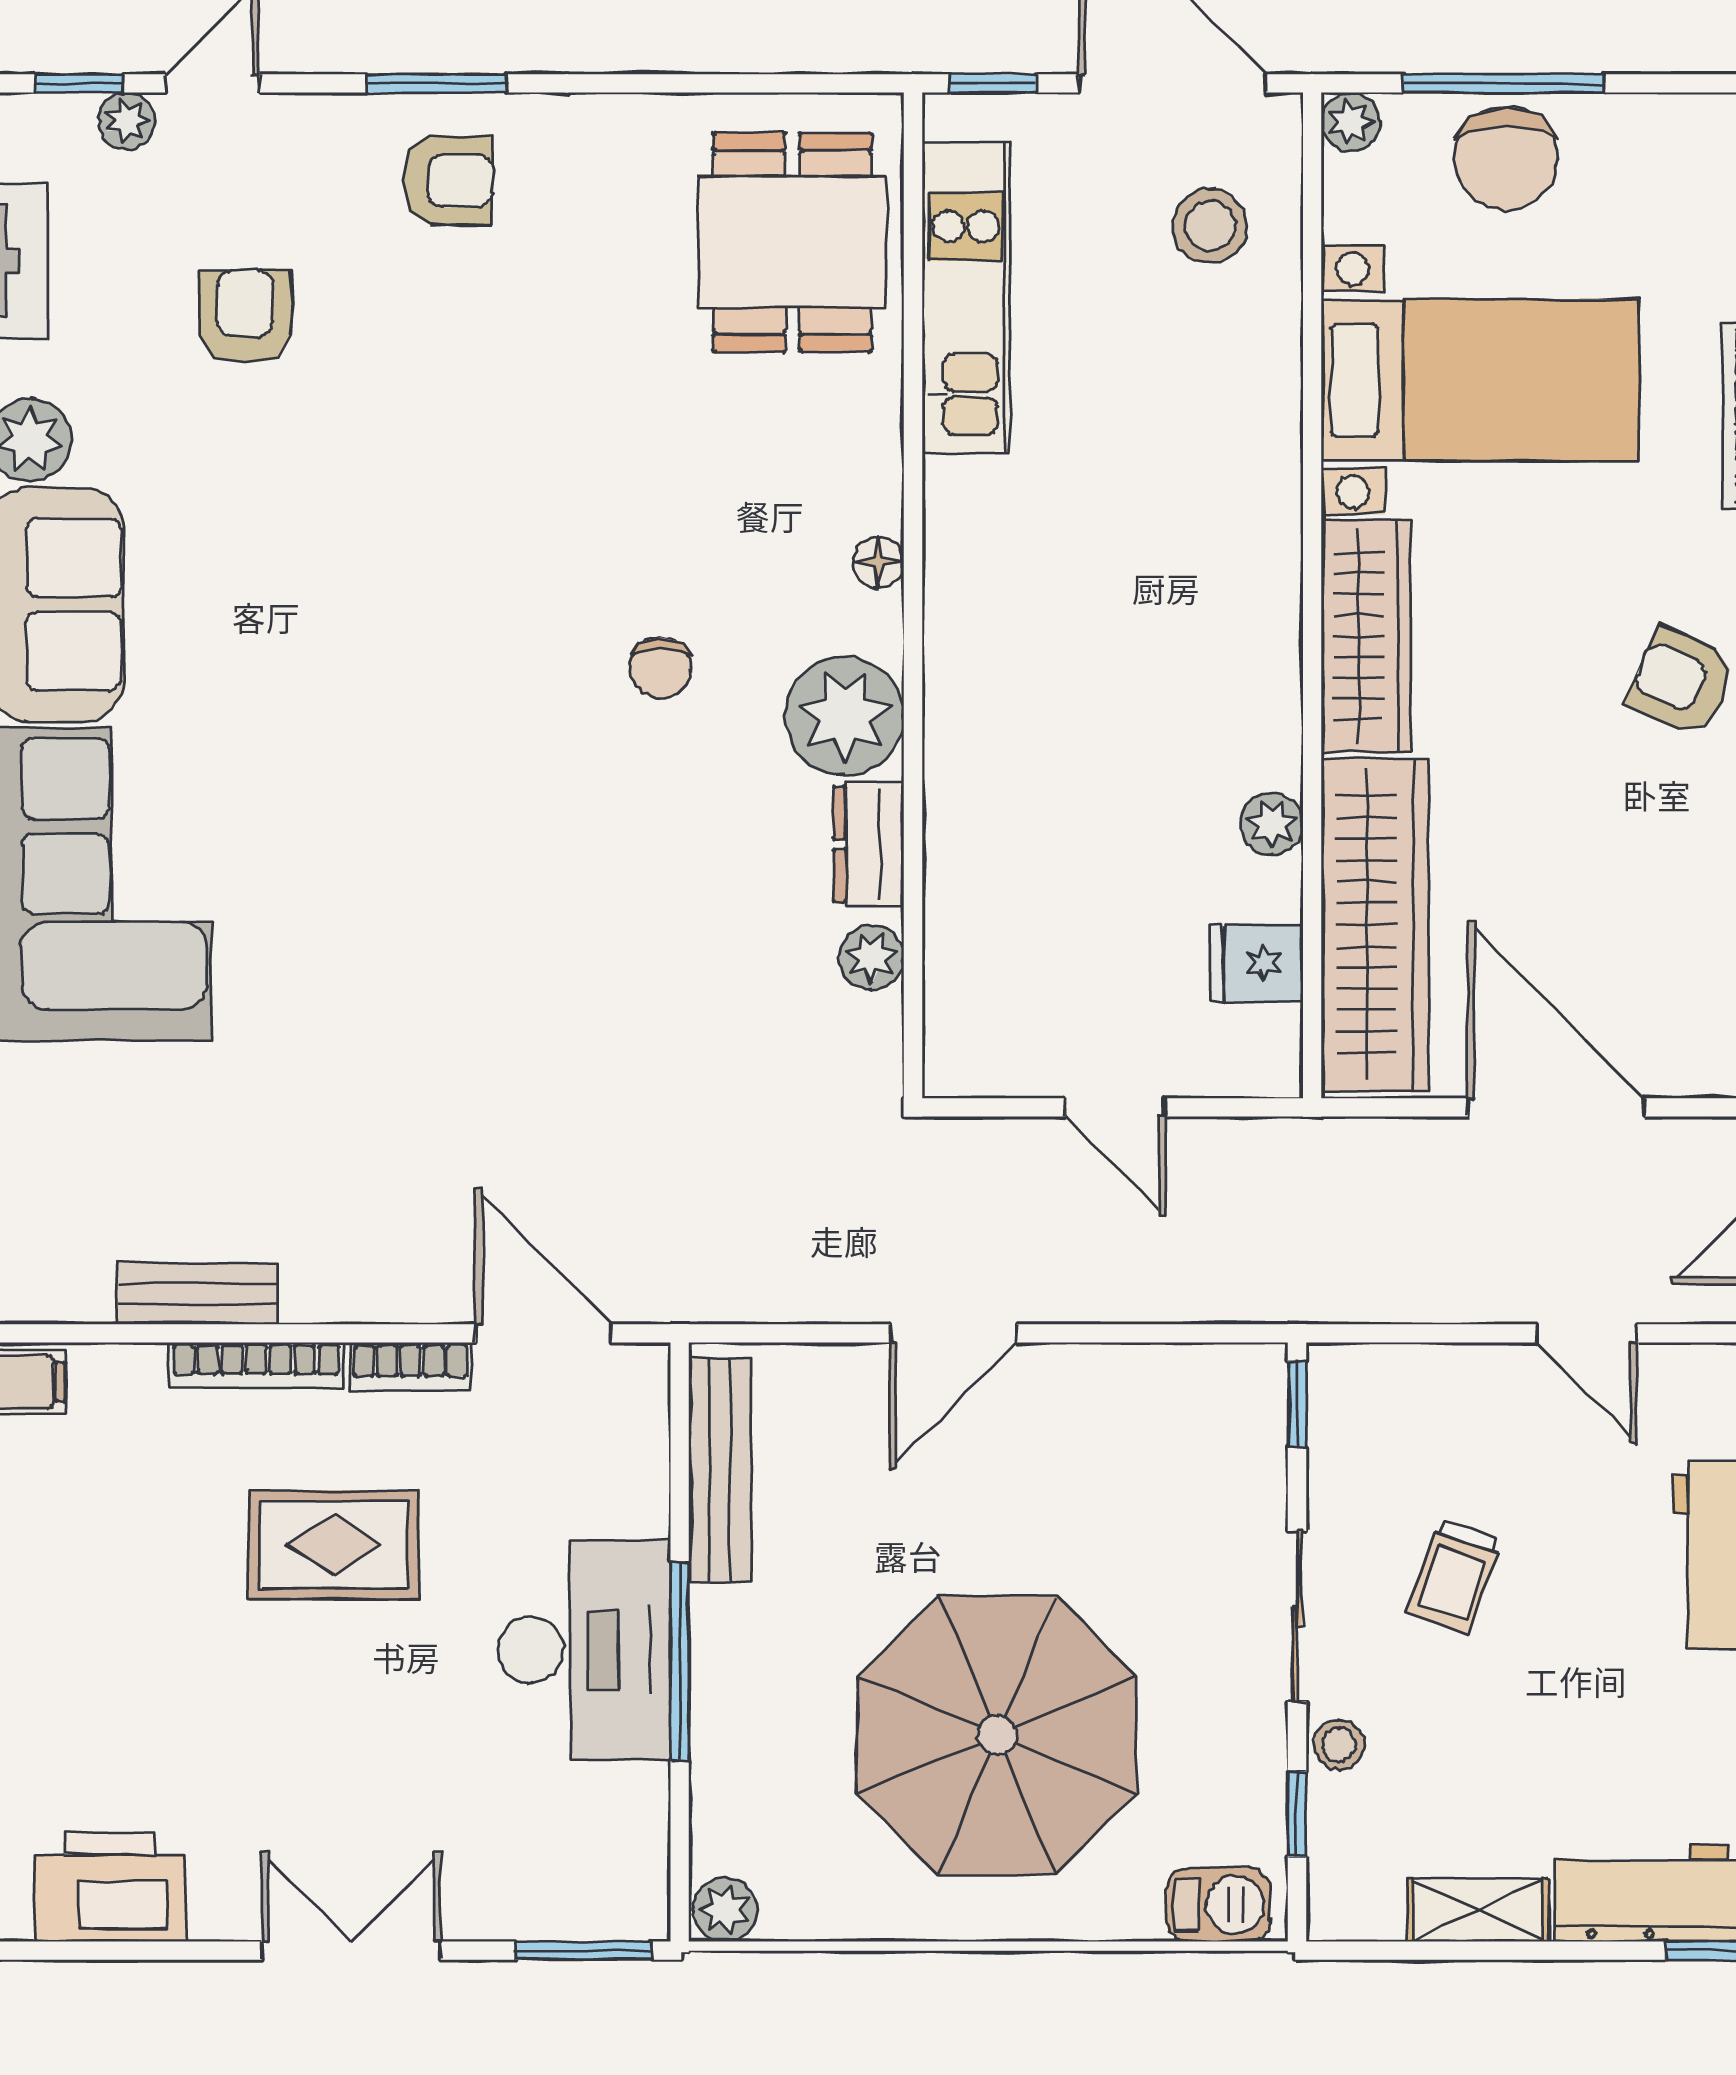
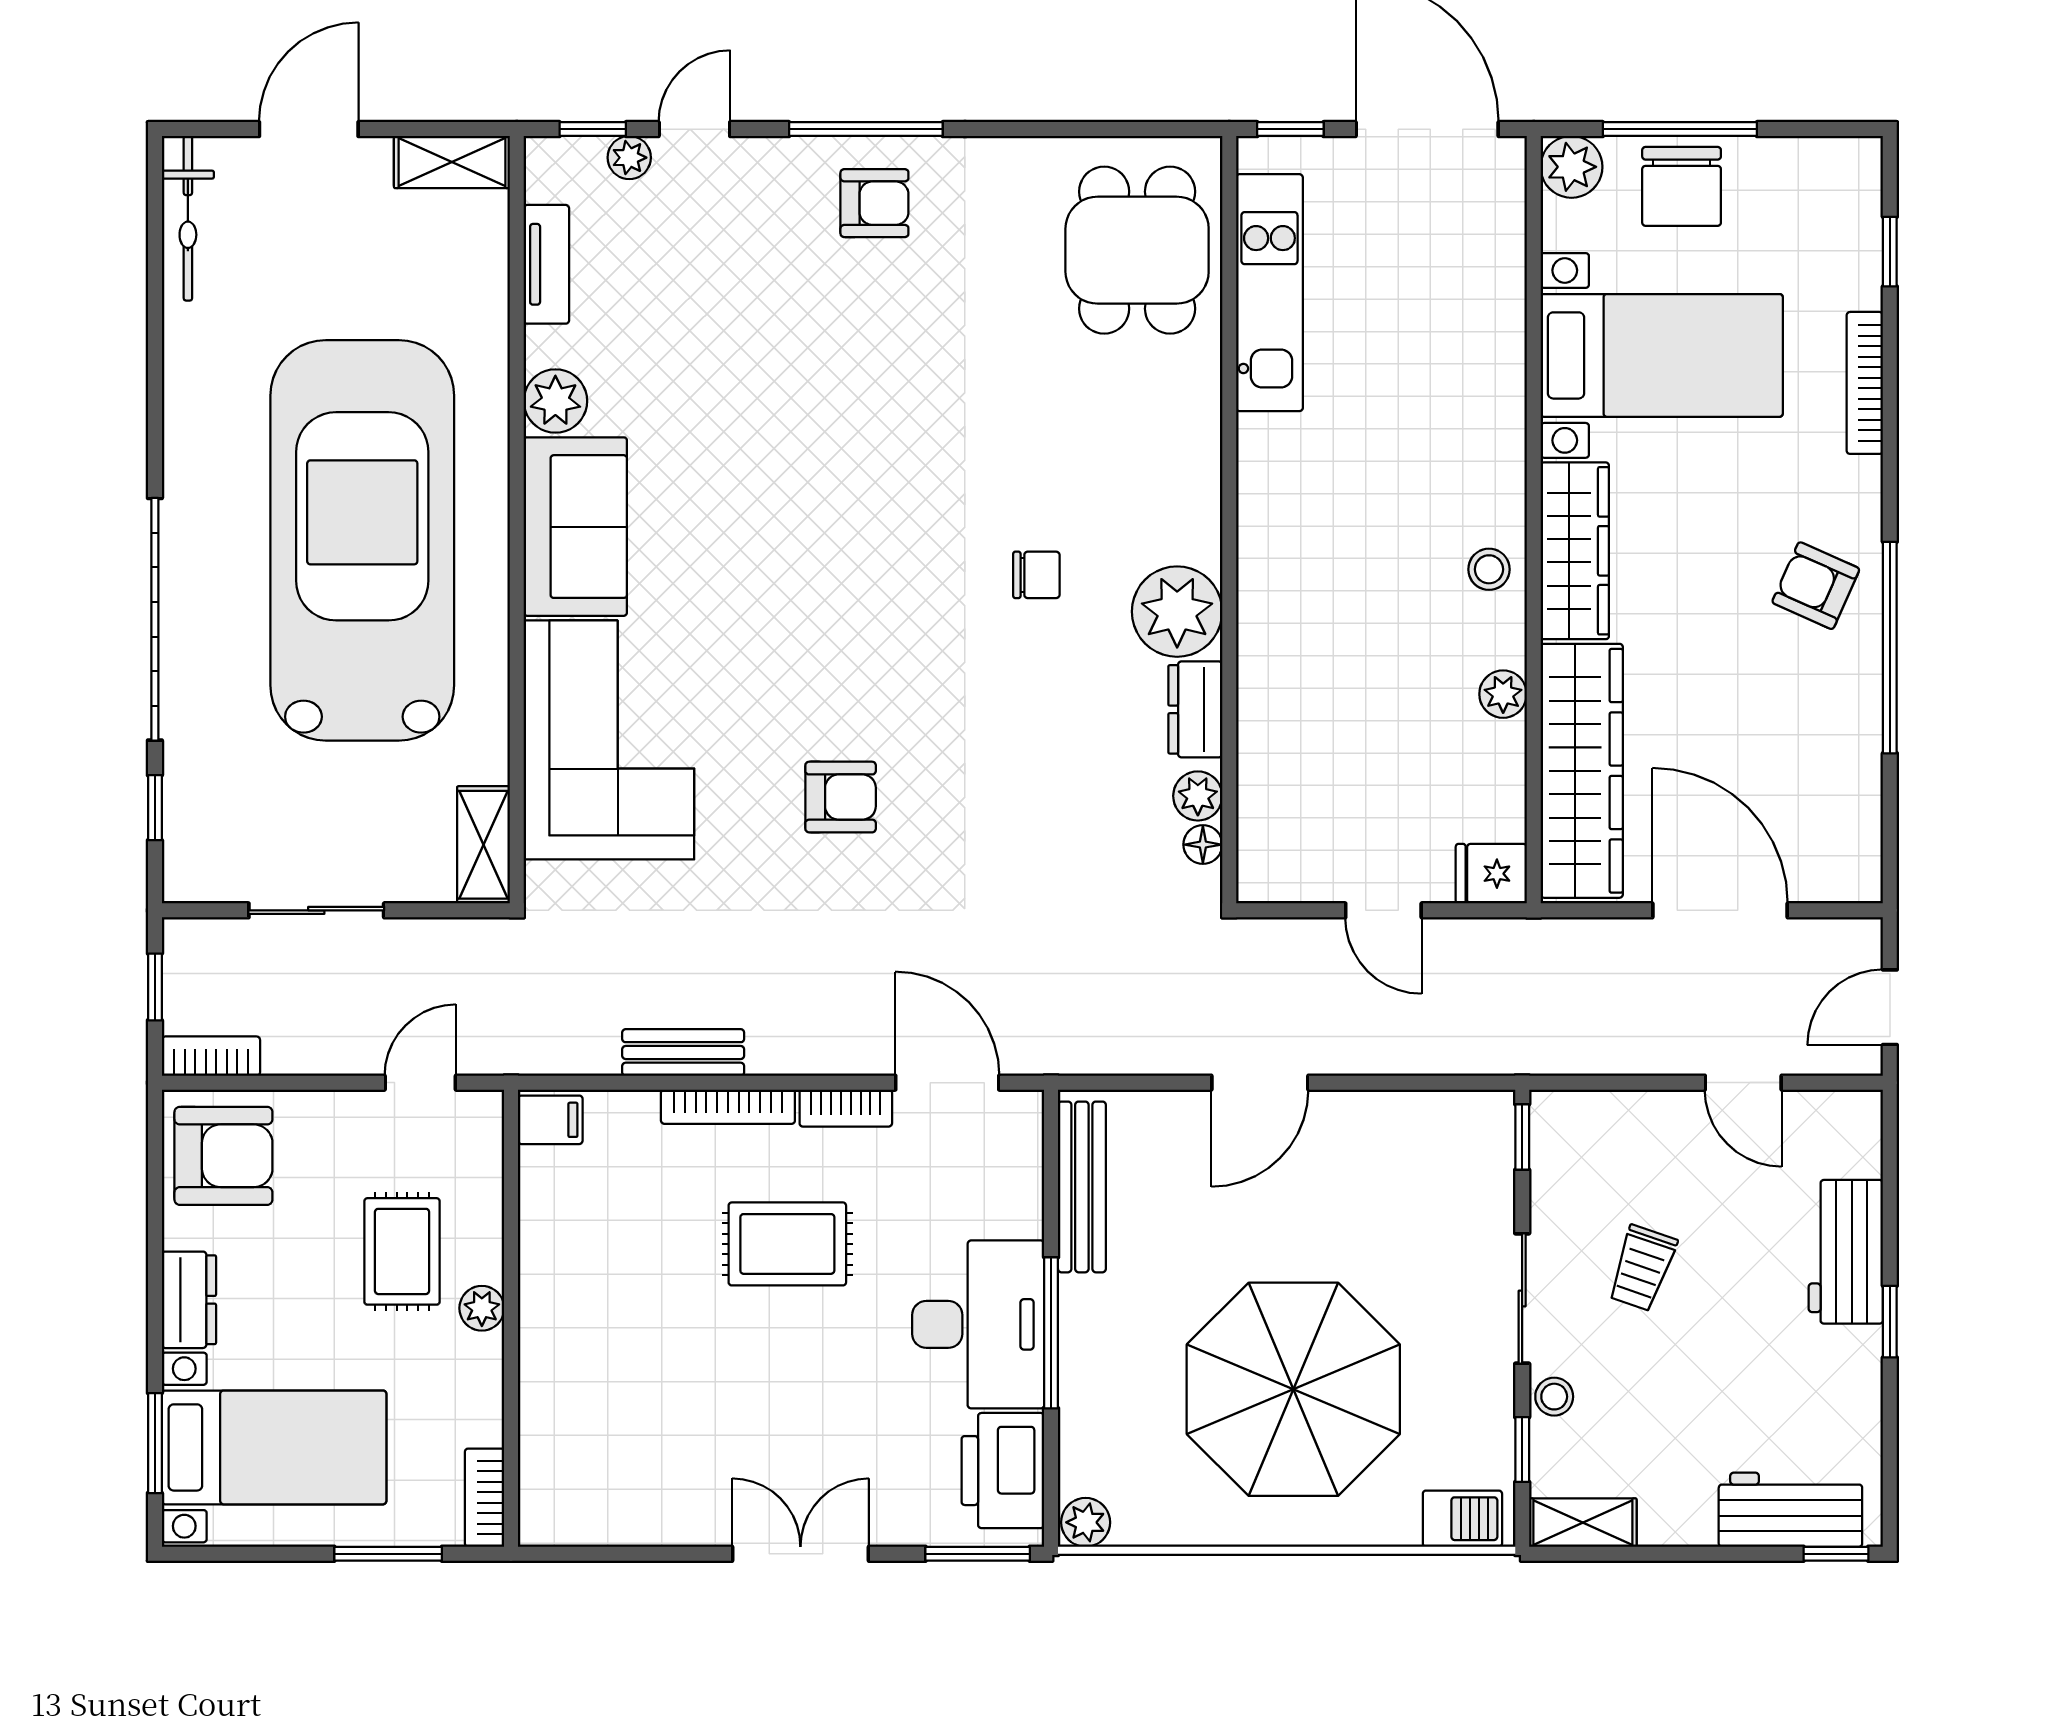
window: (437, 83) -> (866, 129), width x1.44
plant: (1351, 122) -> (1571, 167), width x1.38, depth x1.38
stool: (1210, 226) -> (1489, 569), moved, width x0.73, depth x0.73
armchair: (245, 316) -> (841, 797), moved, turned 90
floor lamp: (879, 562) -> (1203, 845), moved
chair: (660, 668) -> (1036, 575), turned -90
fridge: (1256, 963) -> (1491, 874), moved
printer: (110, 1887) -> (1003, 1471), moved, turned -90
shelving: (1478, 1910) -> (1583, 1523), moved

